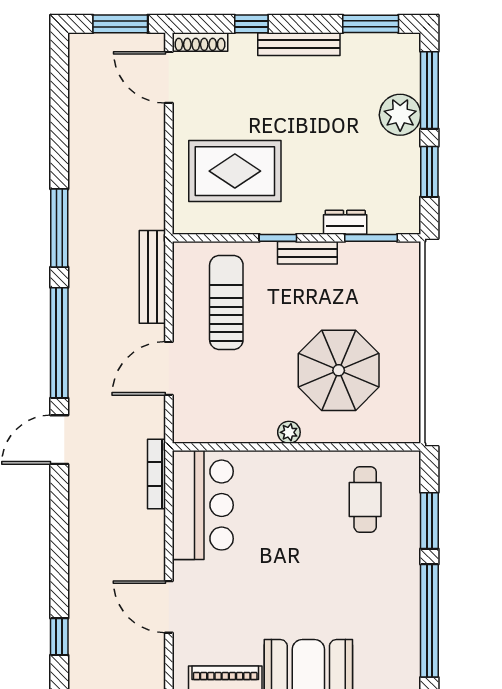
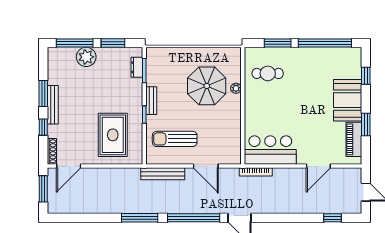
window: (371, 24) -> (43, 93), moved
dresser: (345, 222) -> (137, 67), moved
plant: (289, 432) -> (236, 88), moved

